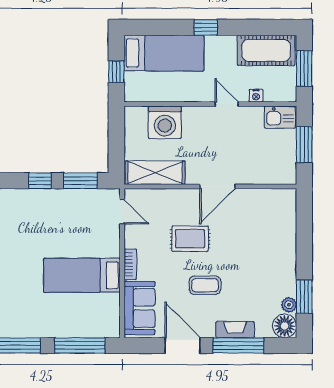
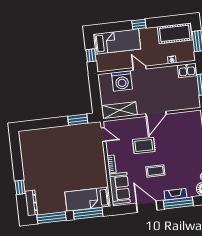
door: (227, 104) -> (140, 68), moved
window: (40, 181) -> (55, 122), removed
bed: (82, 275) -> (88, 199), moved

